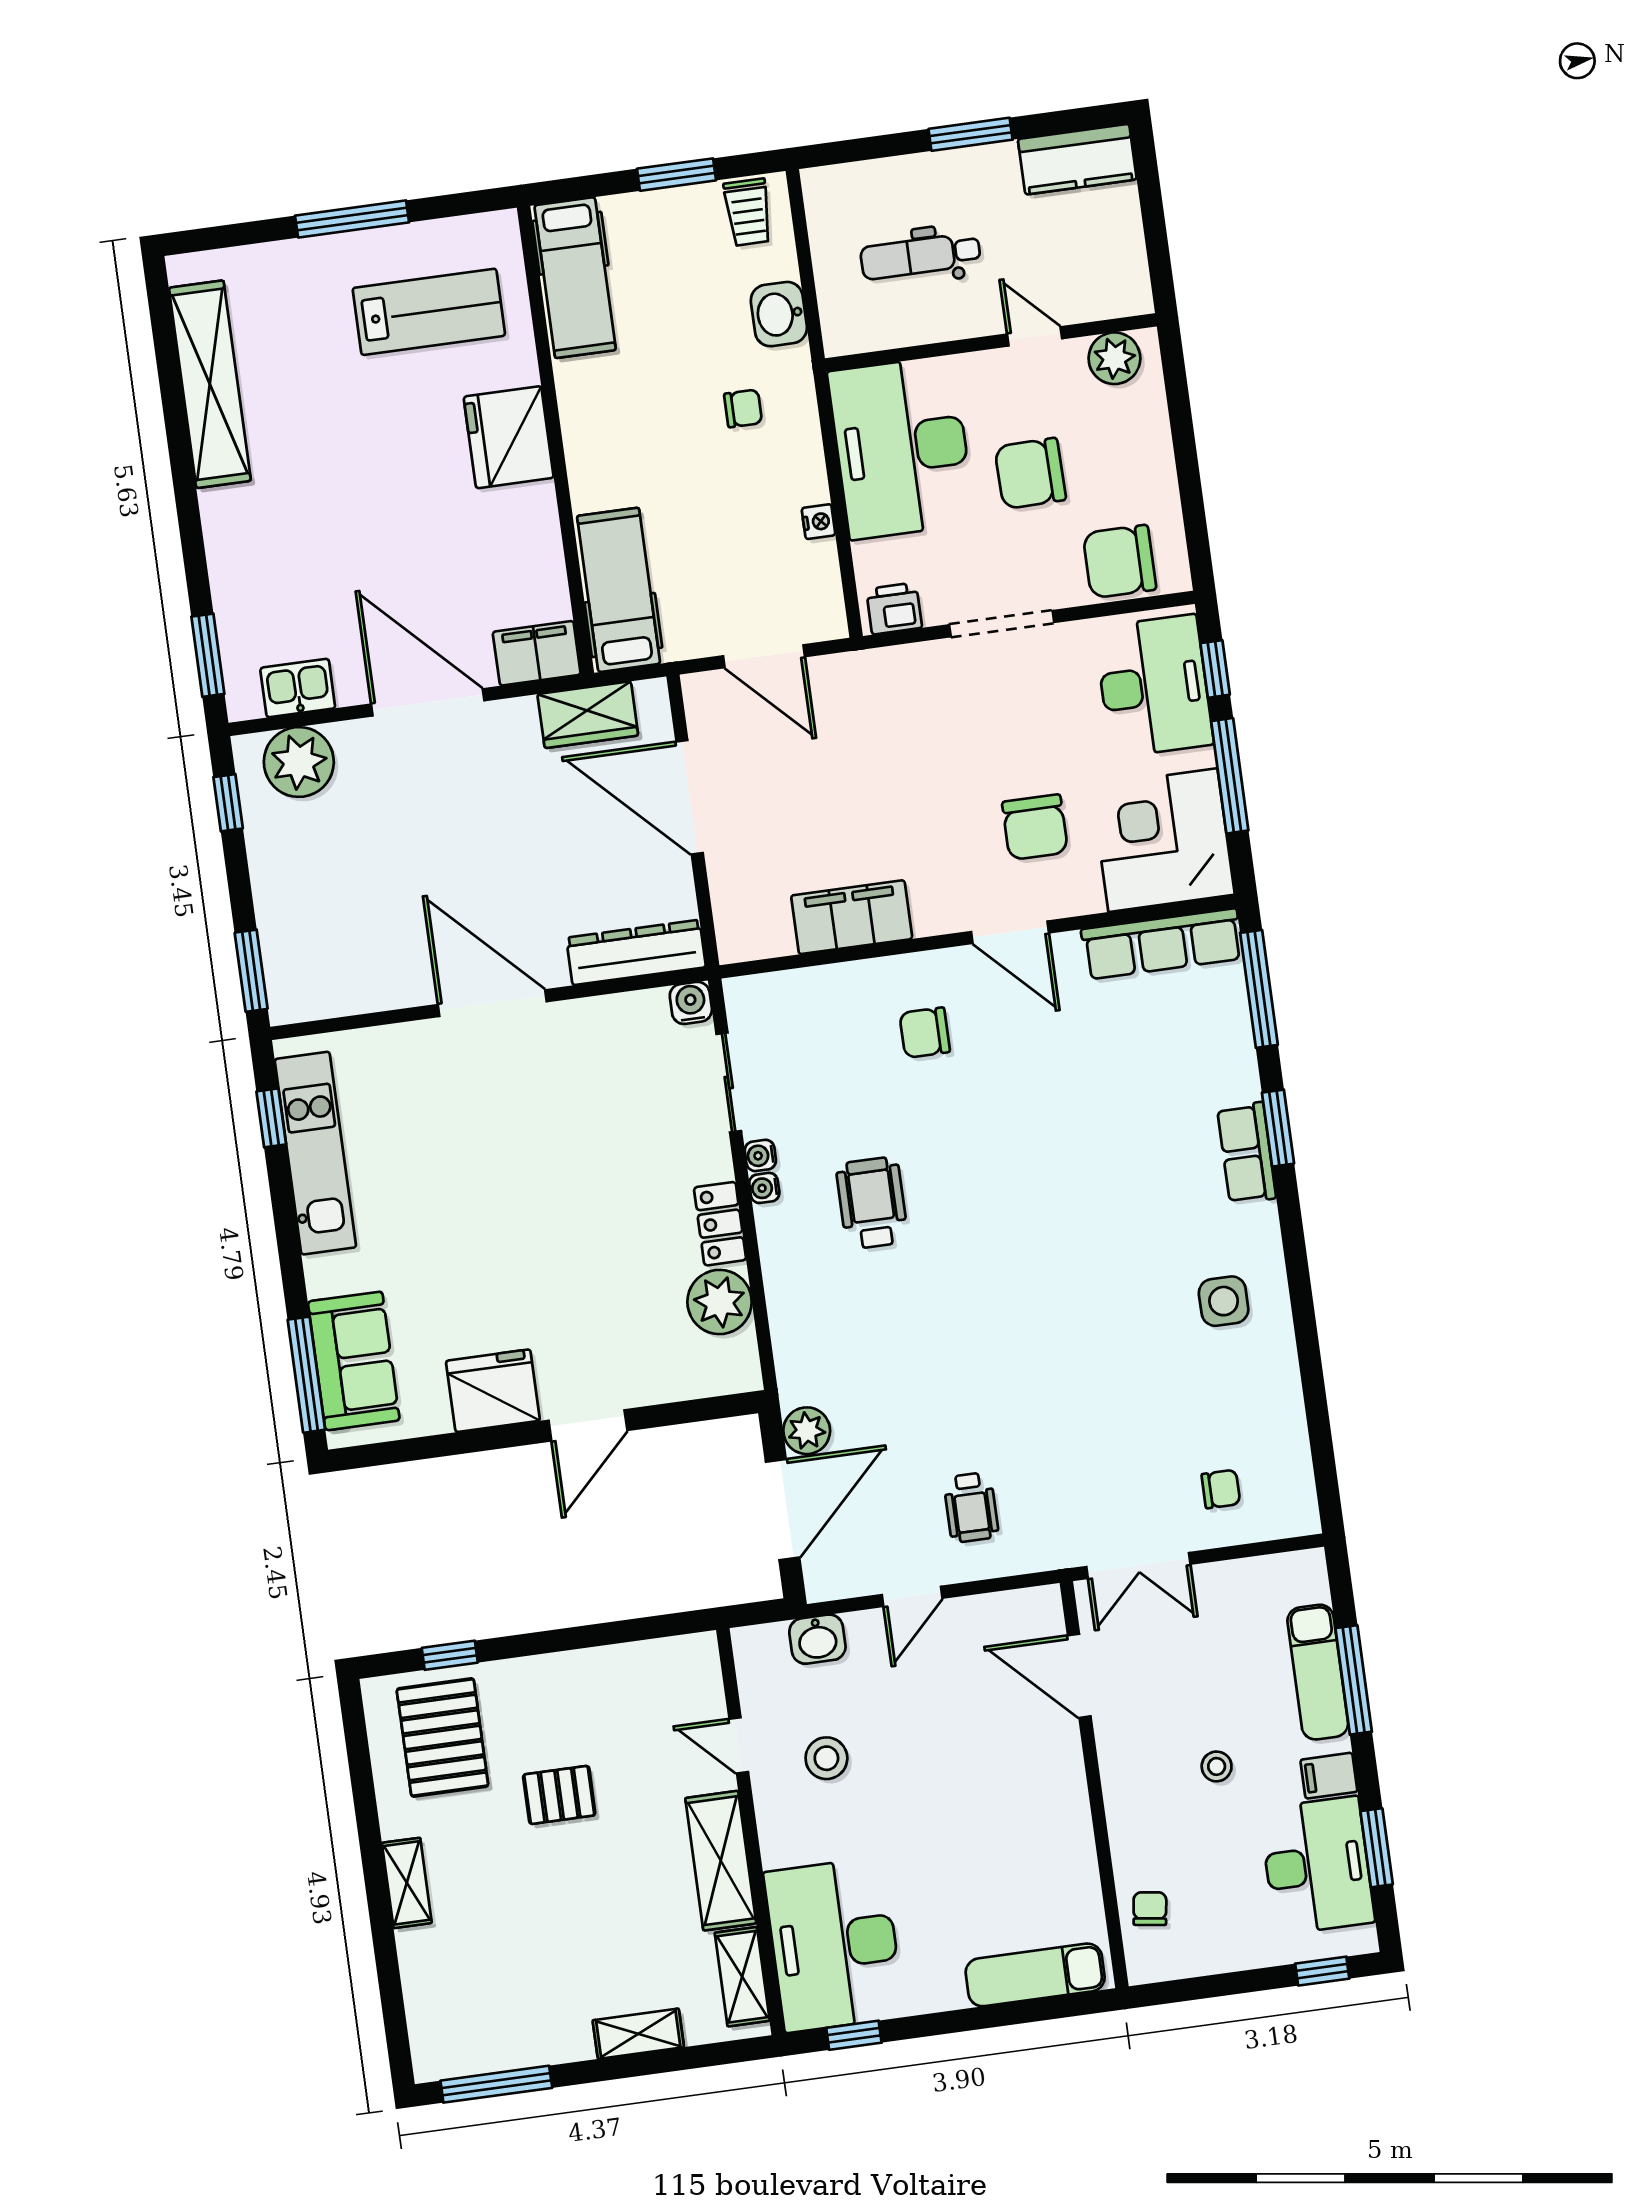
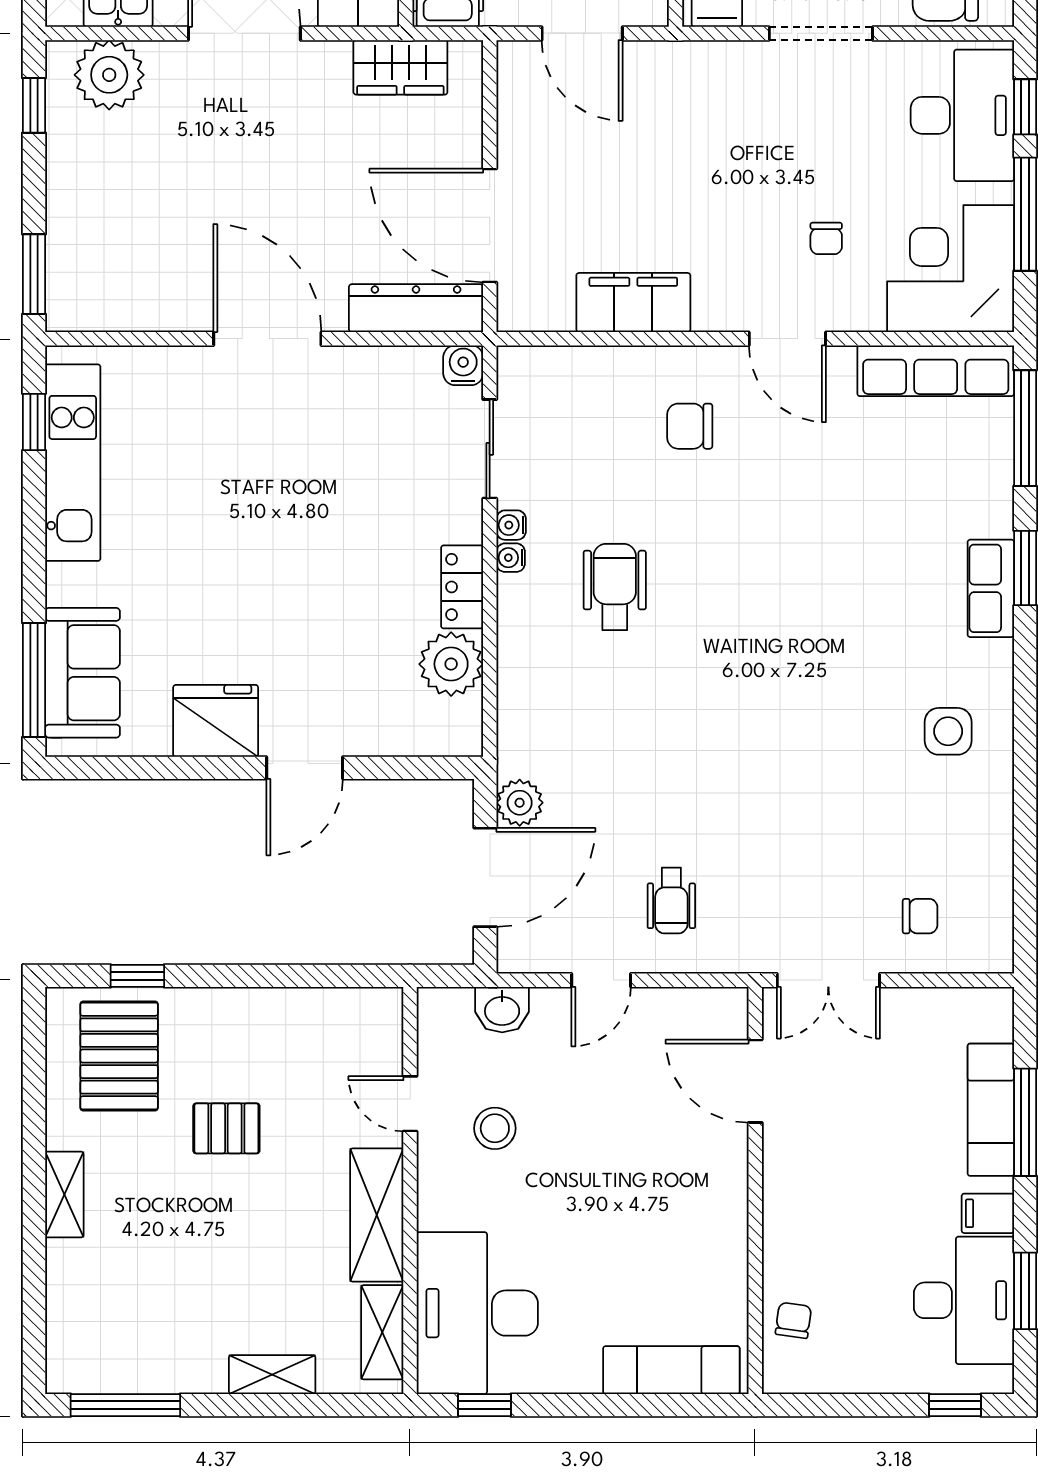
door: (690, 797) -> (490, 226), moved
chair: (1035, 827) -> (826, 238), width x0.54, depth x0.54
stool: (1217, 1766) -> (878, 1189), removed

